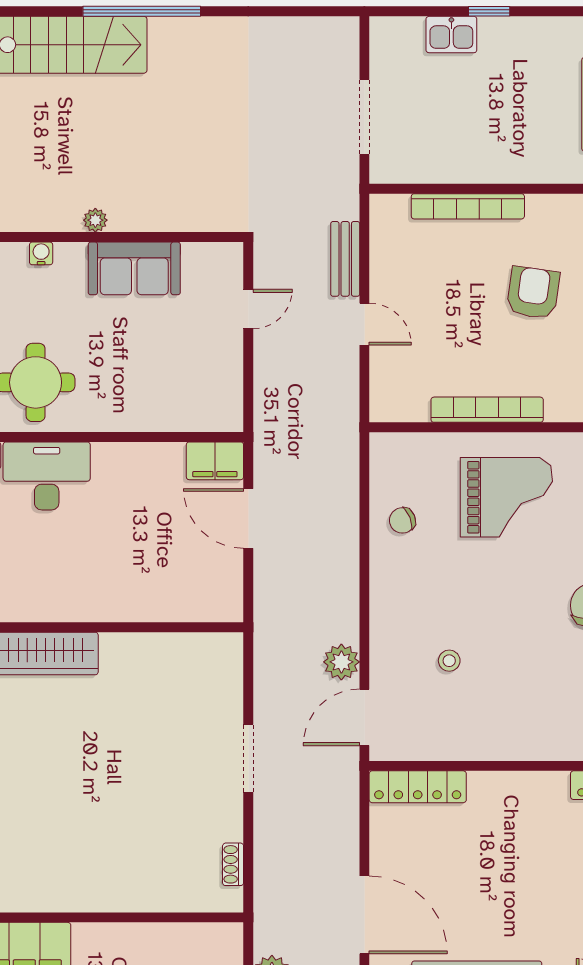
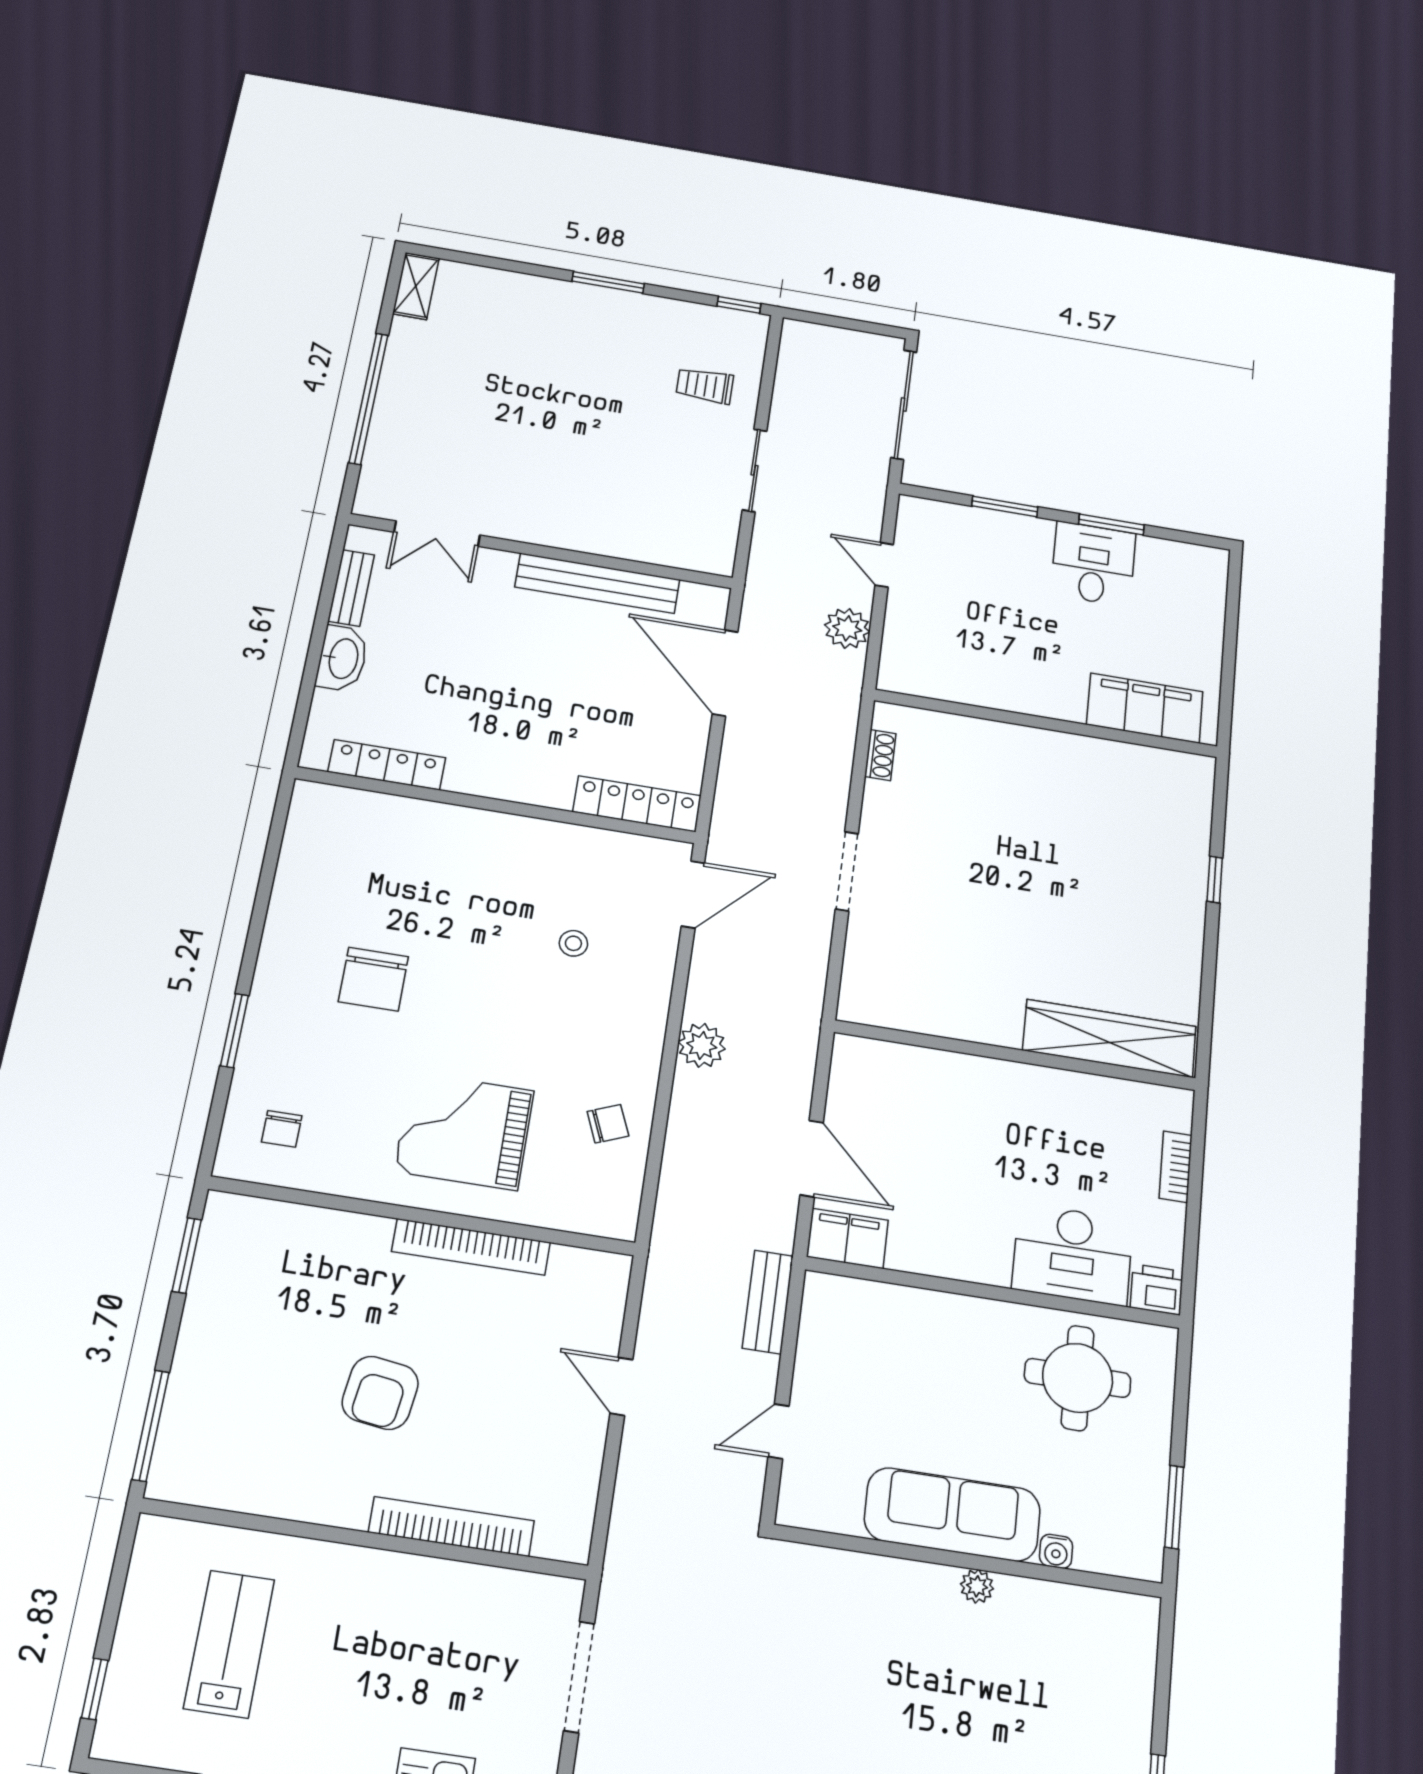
bench: (345, 259) -> (768, 1302), moved
sofa: (134, 268) -> (952, 1514), width x1.36
plant: (341, 662) -> (702, 1045), moved

